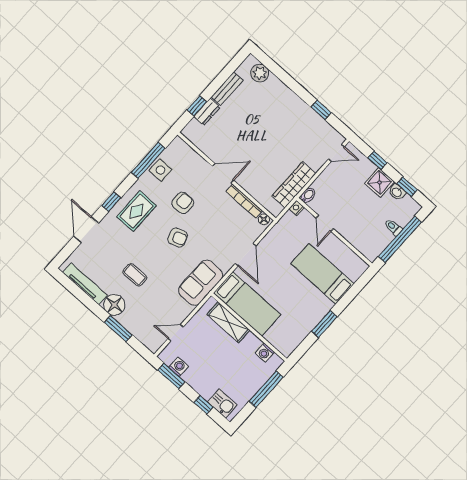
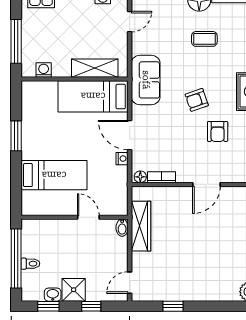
bookcase: (244, 201) -> (161, 177), width x0.64
nightstand: (297, 208) -> (122, 159), moved

